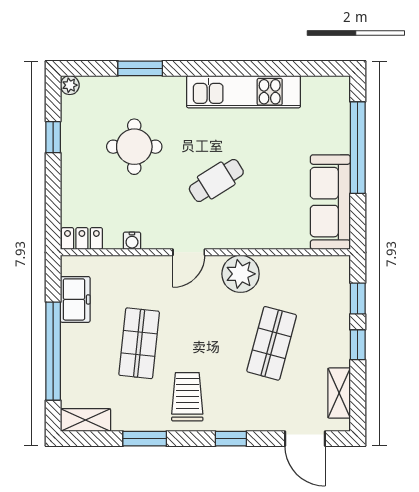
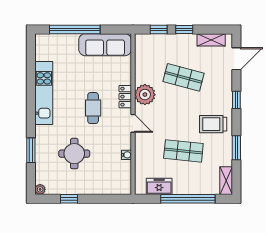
cafe table: (216, 180) -> (93, 108), turned 32
locker: (82, 238) -> (125, 97), moved

